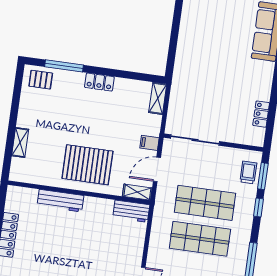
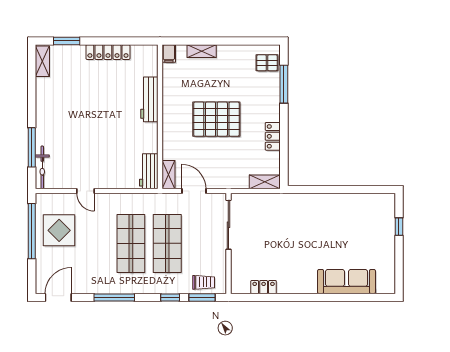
pallet: (41, 80) -> (267, 63), turned 90
locker: (99, 82) -> (273, 136), moved
filing cabinet: (150, 143) -> (169, 53), moved, turned 180
pallet: (87, 165) -> (216, 119), moved, turned 90

